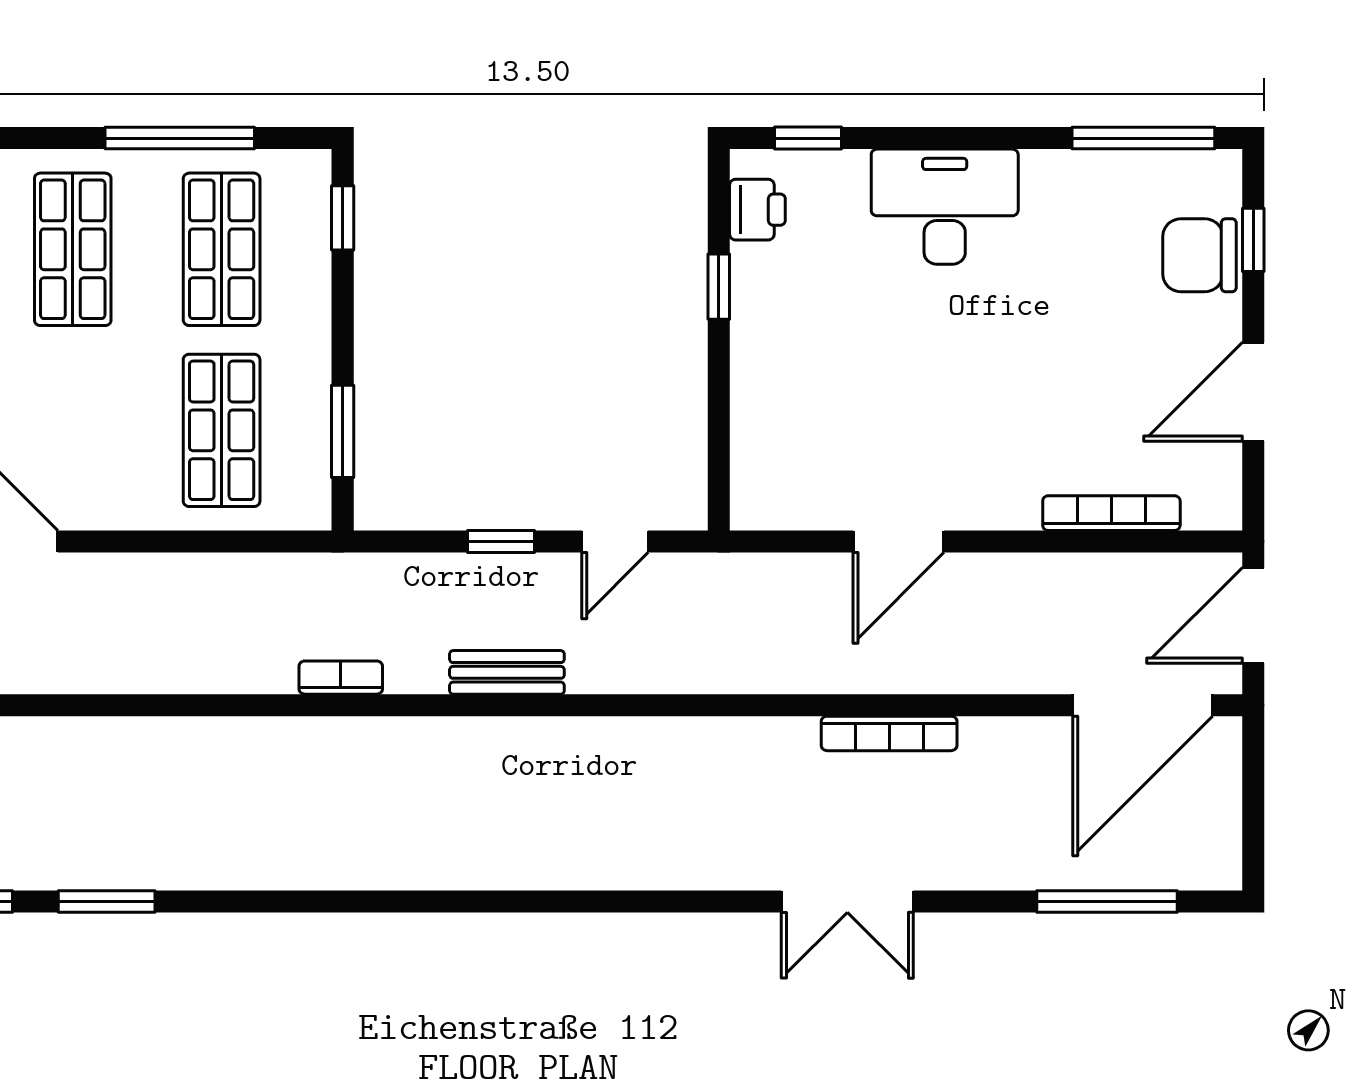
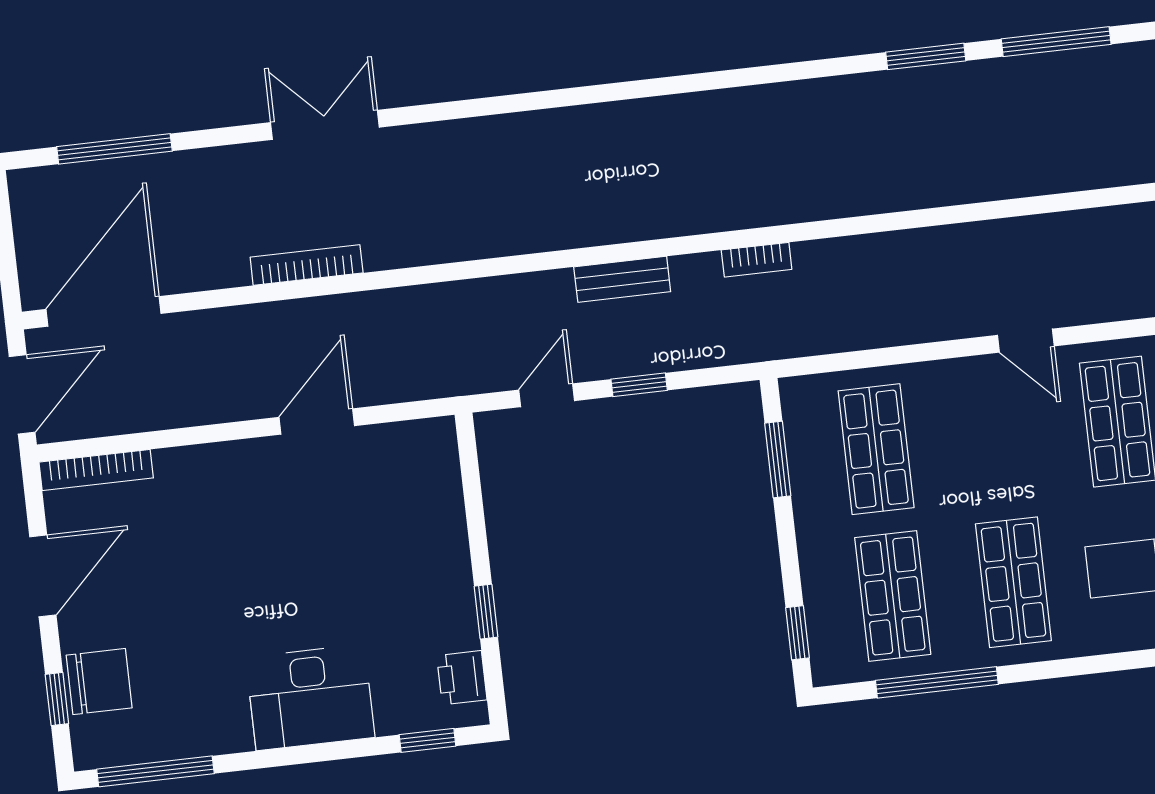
bookcase: (1111, 513) -> (96, 470), moved

